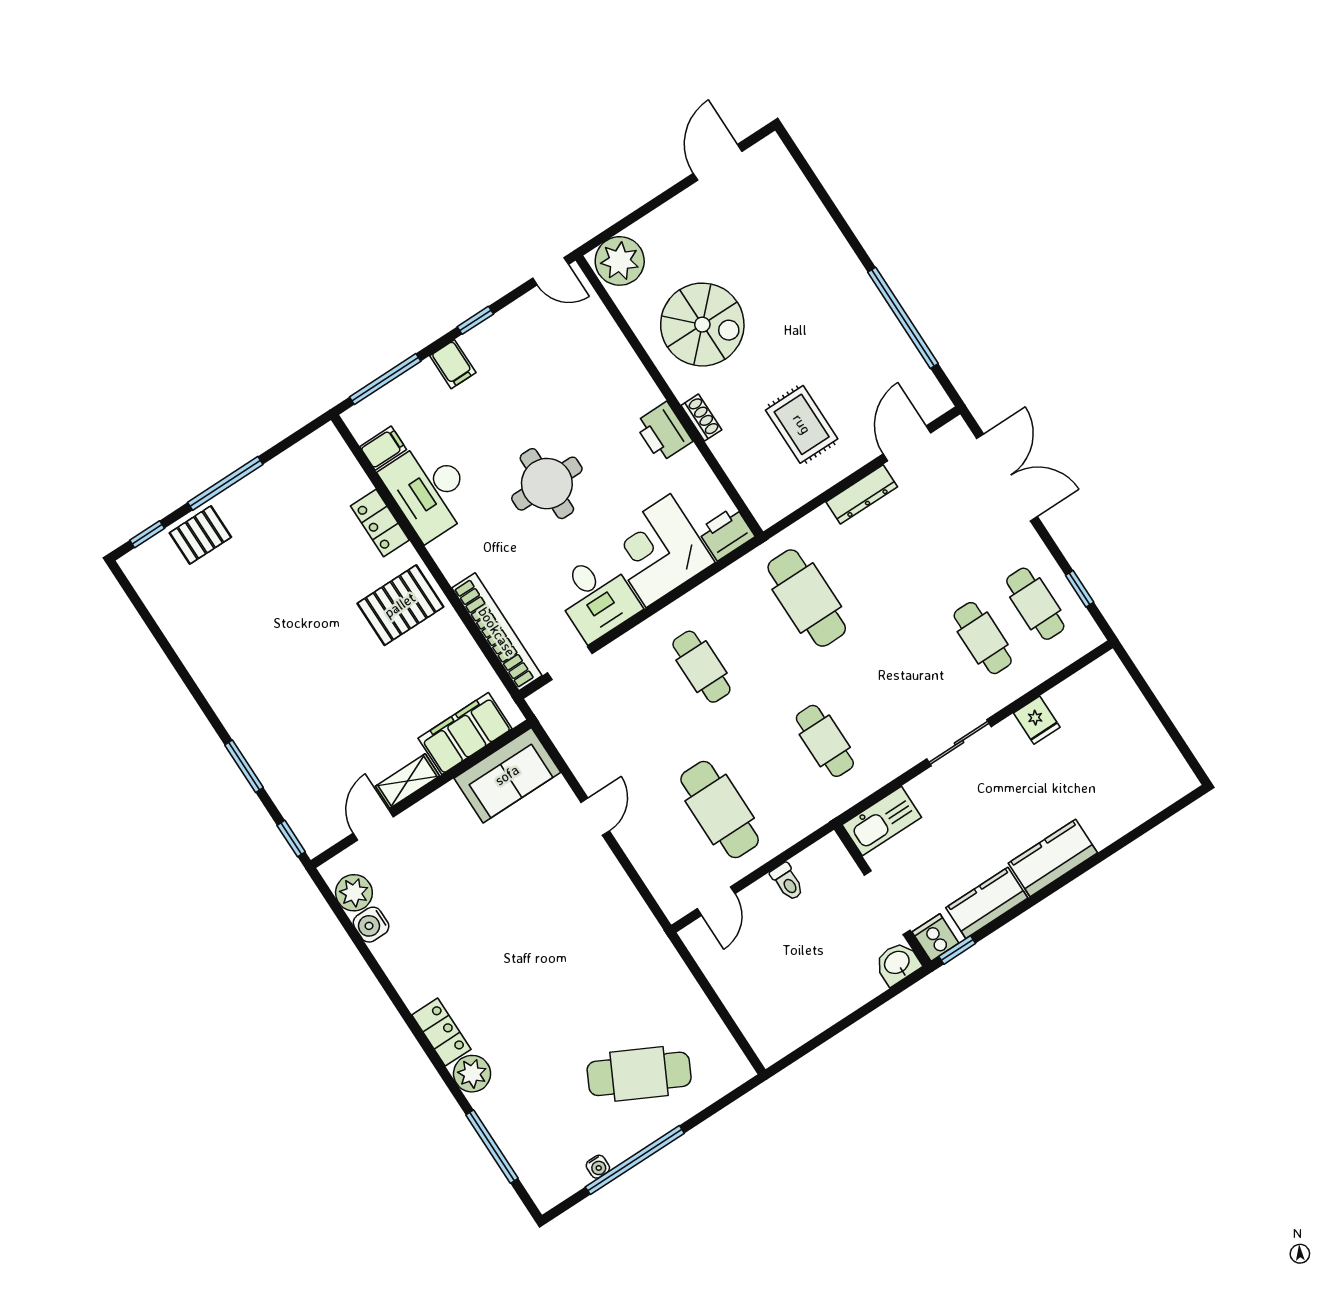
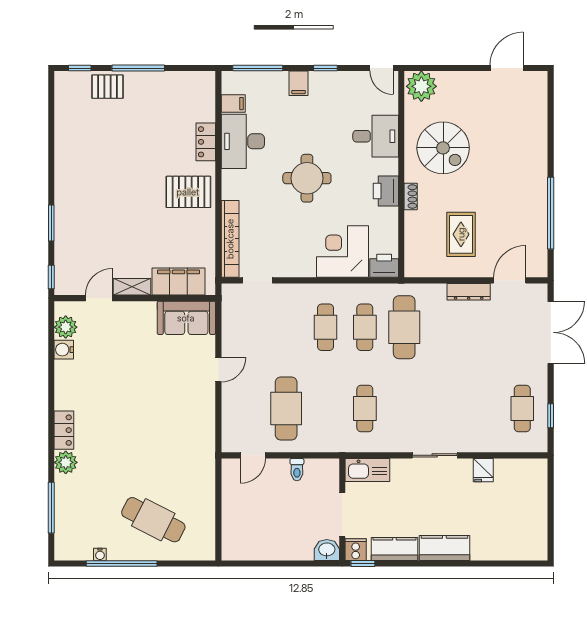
desk: (596, 597) -> (376, 136), moved, turned -90
cafe table: (983, 638) -> (365, 327), moved

